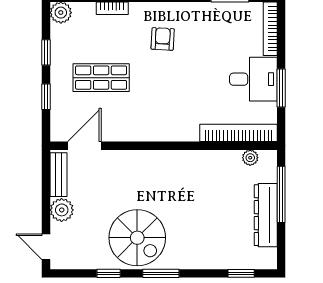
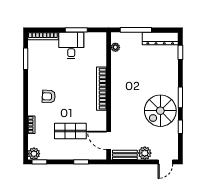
window: (46, 52) -> (39, 162), moved
shop shelf: (101, 78) -> (70, 131), turned 90
bookcase: (238, 133) -> (101, 89), moved
dresser: (266, 215) -> (160, 39), moved
spiral stairs: (137, 238) -> (160, 111), turned 180

